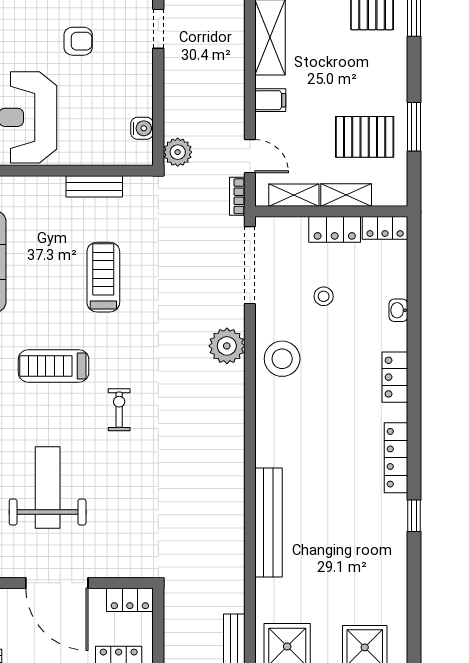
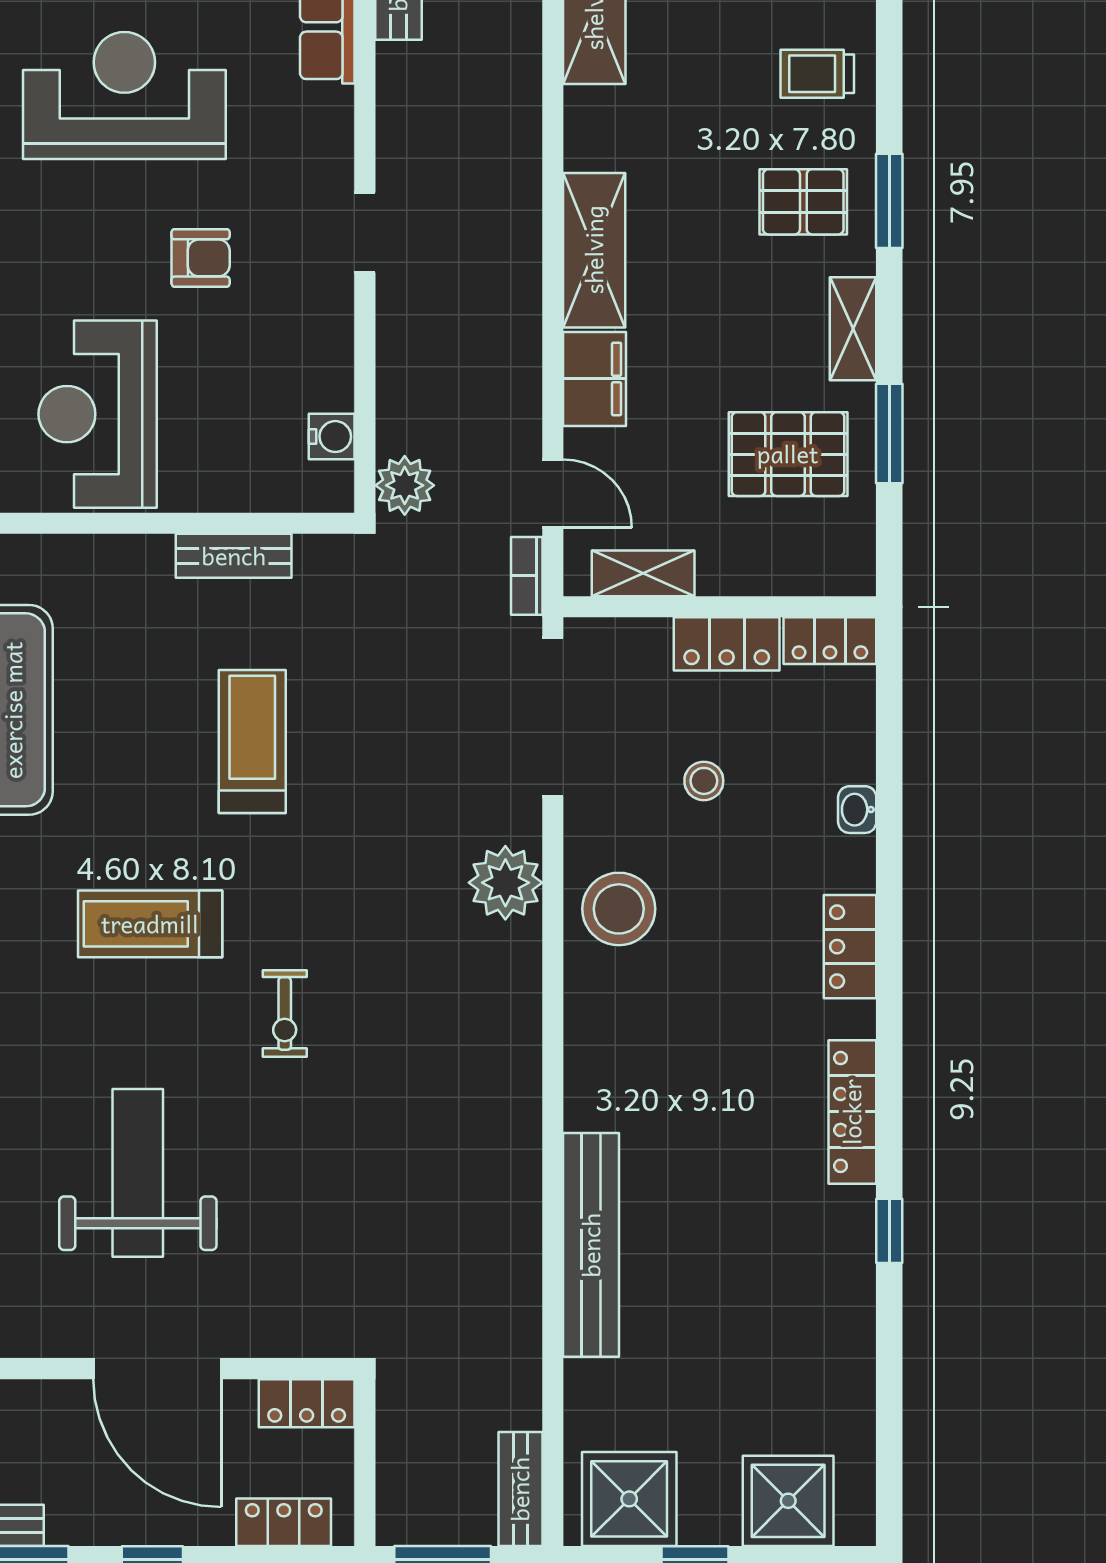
filing cabinet: (270, 100) -> (595, 379), width x2.00
shelving: (346, 195) -> (853, 329), moved, turned 90
exercise bike: (119, 410) -> (285, 1014), turned 180

